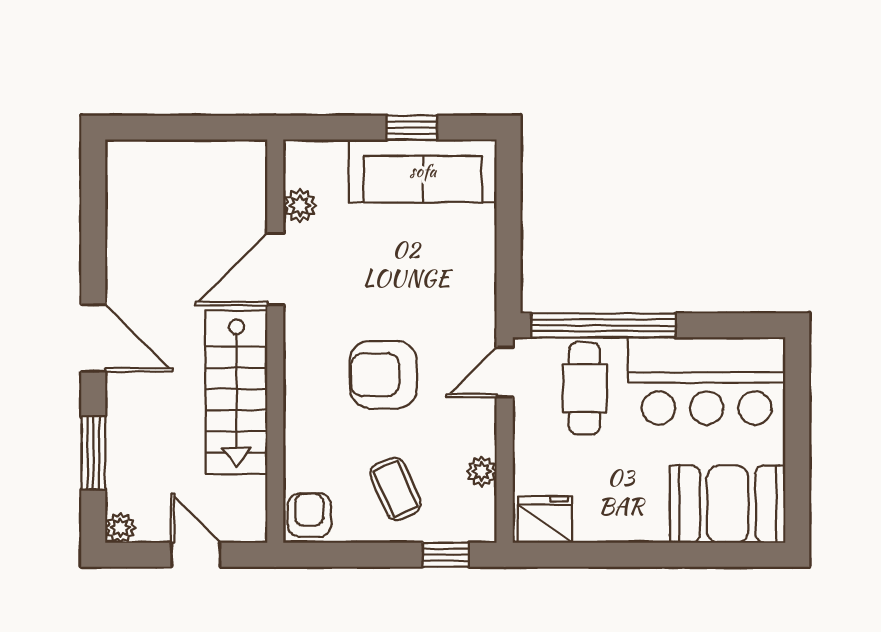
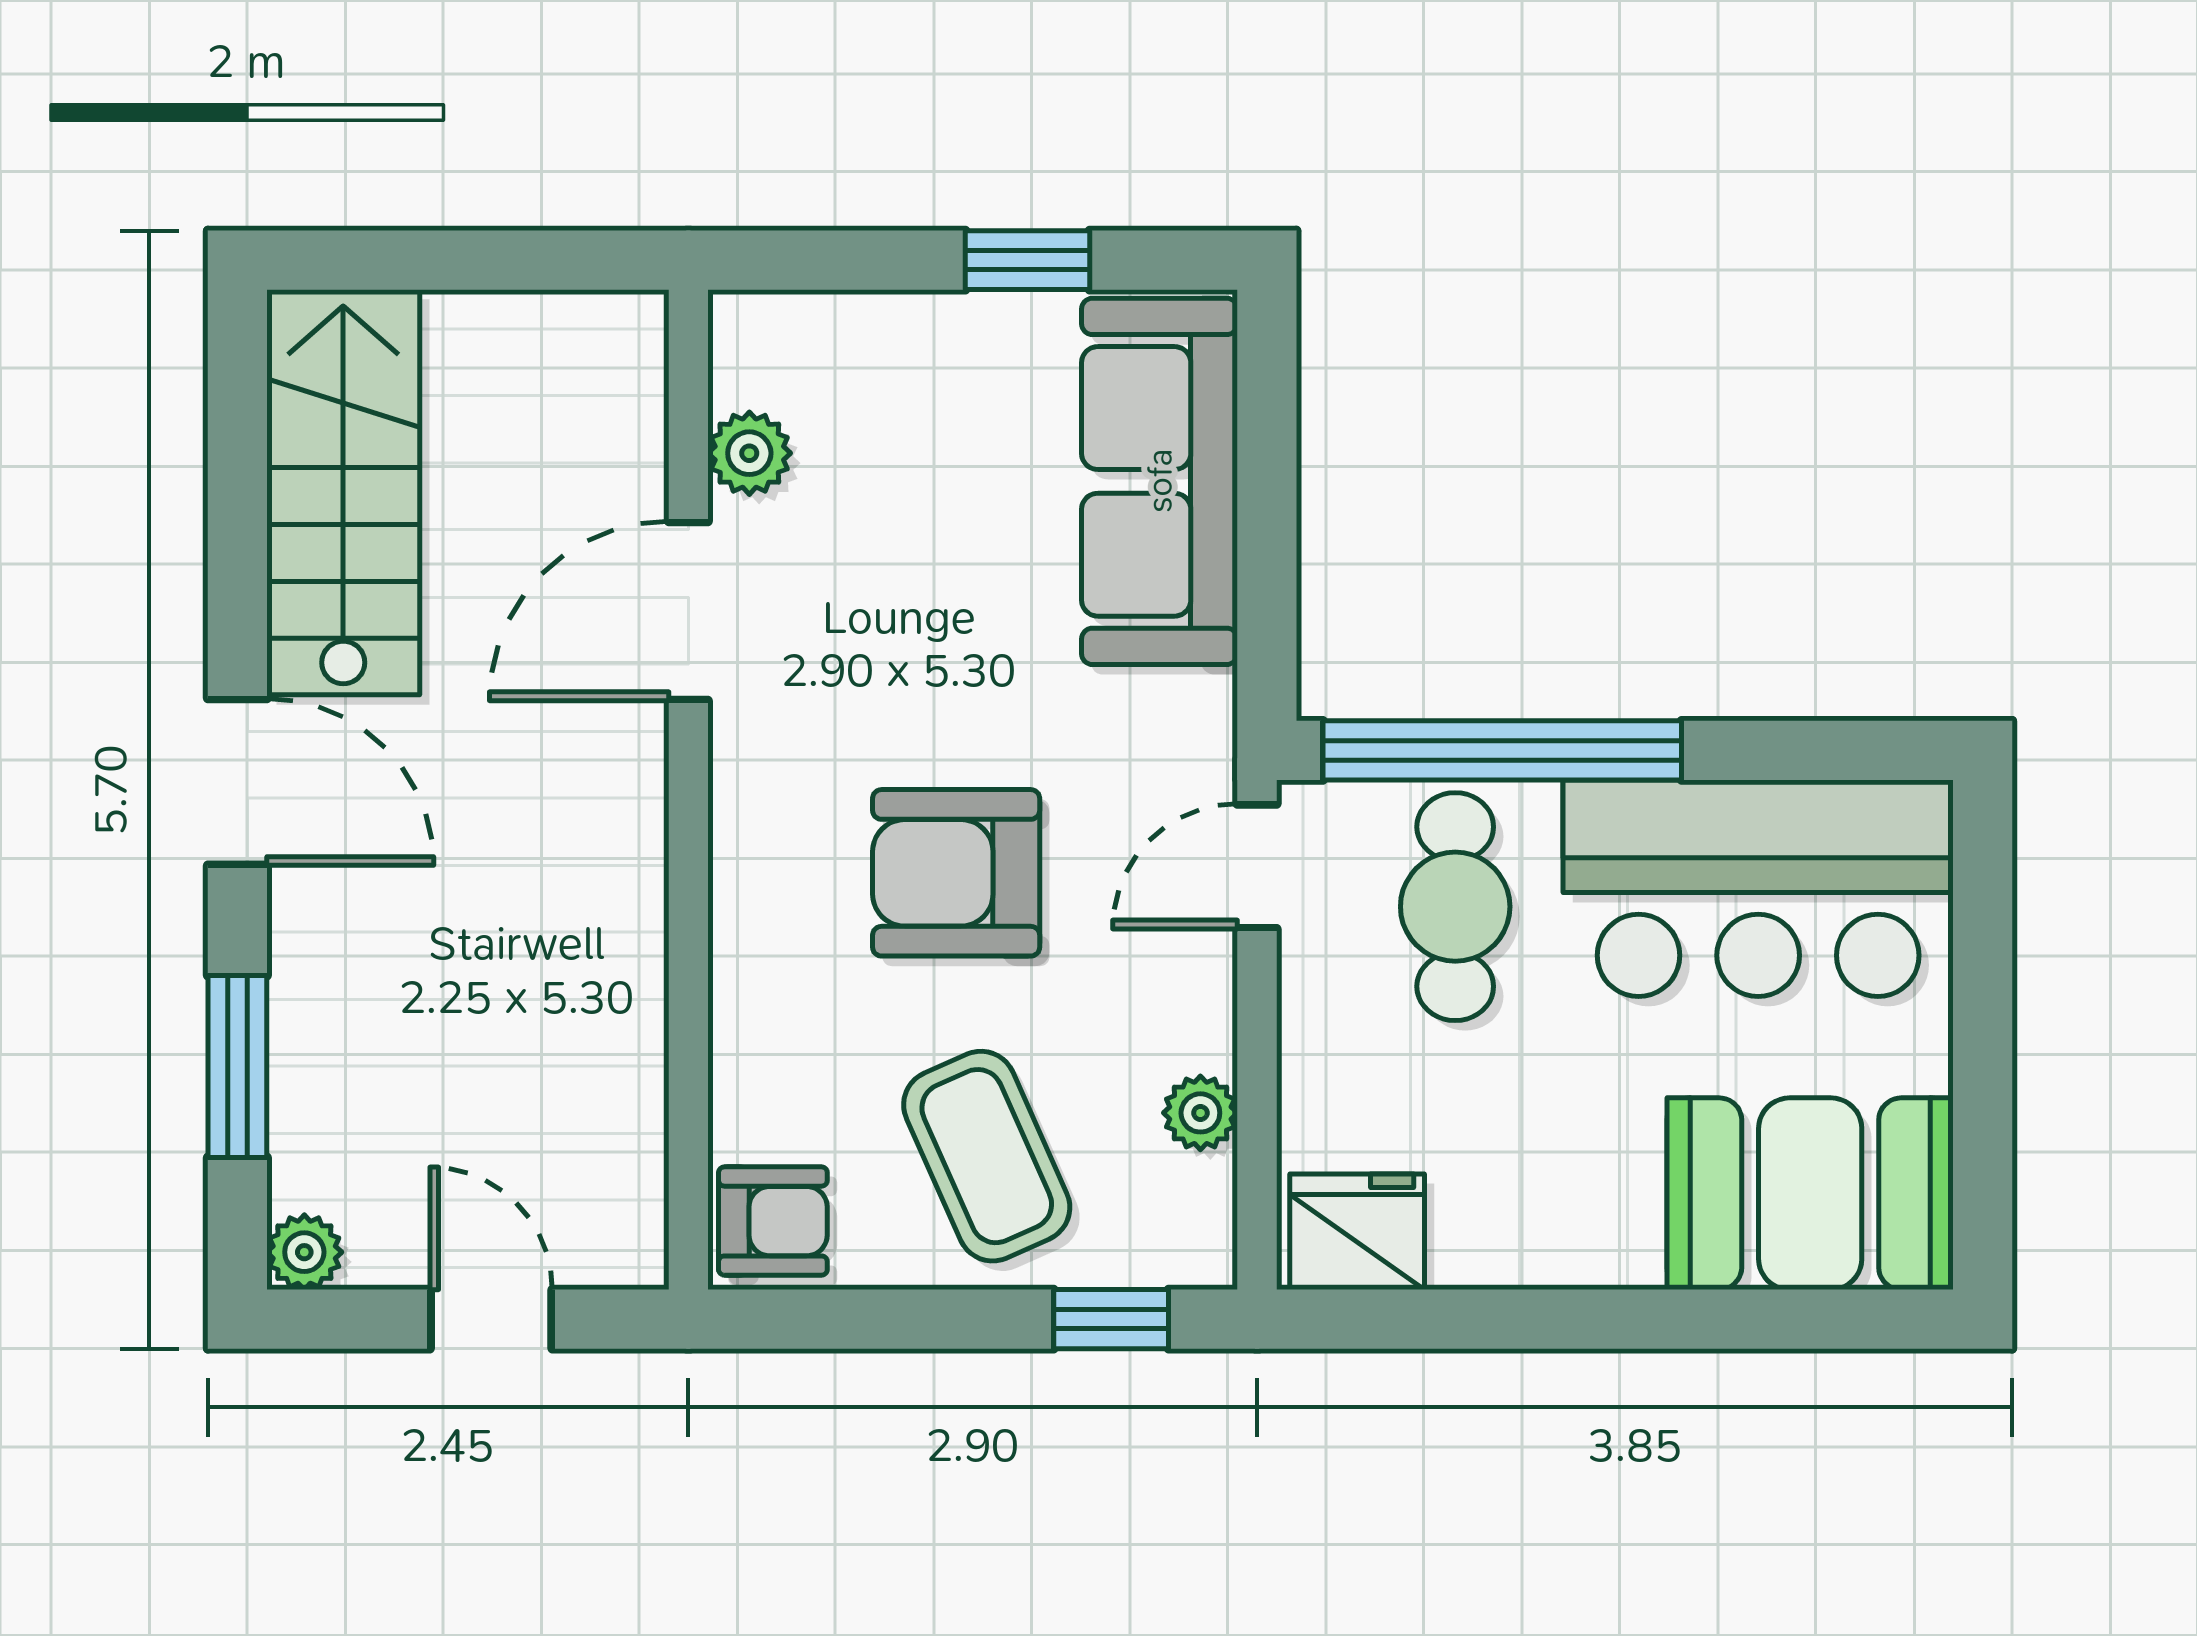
sofa: (423, 171) -> (1160, 481), moved, turned 90
stairs: (237, 392) -> (343, 492), moved, turned 180
coffee table: (396, 489) -> (987, 1156), width x1.36, depth x1.30
armchair: (309, 515) -> (773, 1221), turned 90

